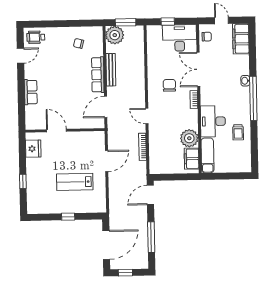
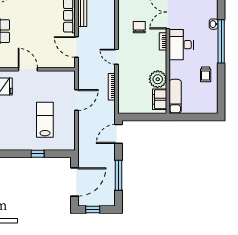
door: (106, 107) -> (76, 47), hinge flipped
desk: (213, 121) -> (181, 45), moved
lab bench: (75, 182) -> (45, 120), turned 90

